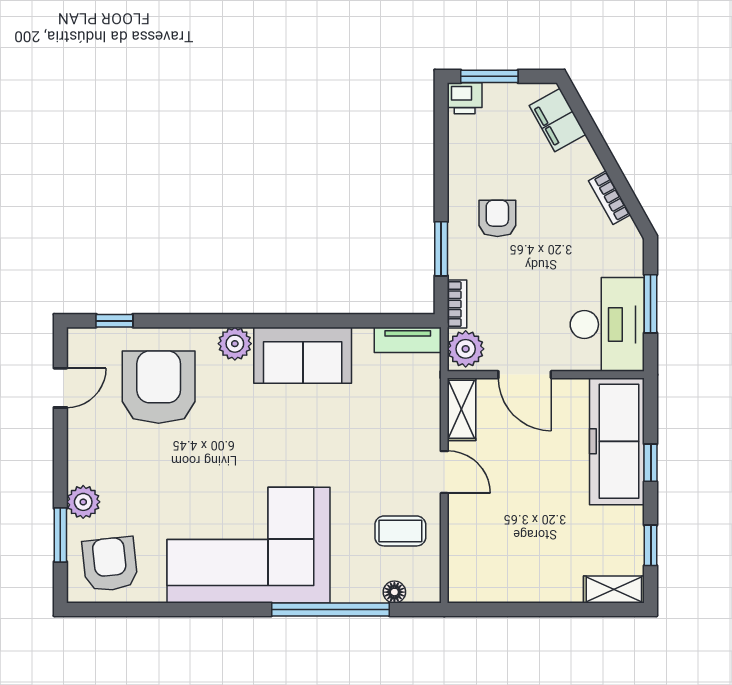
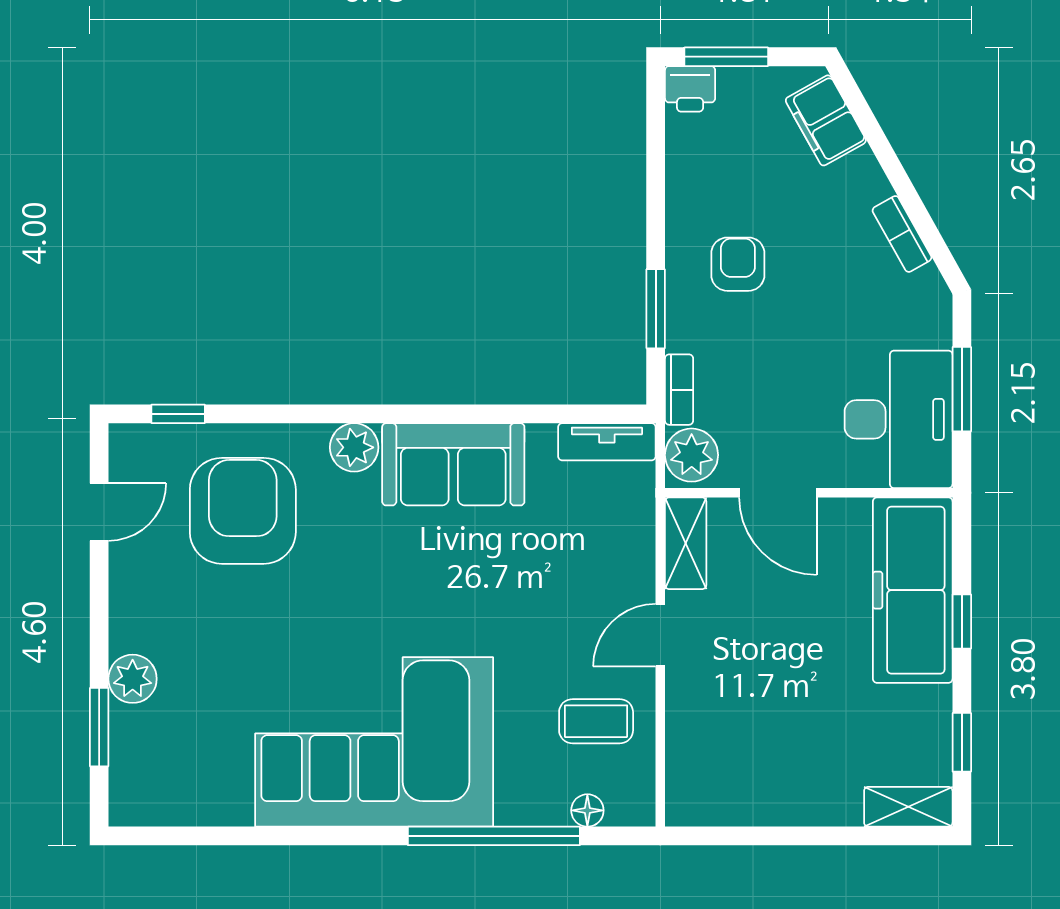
door: (444, 472) -> (660, 635), swing flipped
armchair: (110, 564) -> (172, 770), removed

